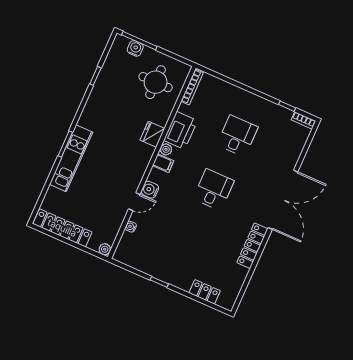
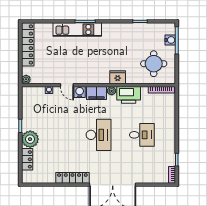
filing cabinet: (163, 163) -> (96, 93), width x2.00
desk: (214, 190) -> (99, 135), width x1.37
plant: (181, 277) -> (30, 139), added

